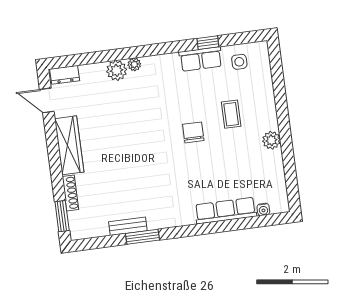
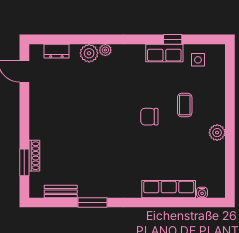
dresser: (65, 75) -> (56, 51), moved
chair: (193, 132) -> (149, 117), turned -90
wardrobe: (69, 145) -> (39, 114), removed
window: (62, 216) -> (24, 162), moved
bench: (128, 226) -> (61, 192), moved

